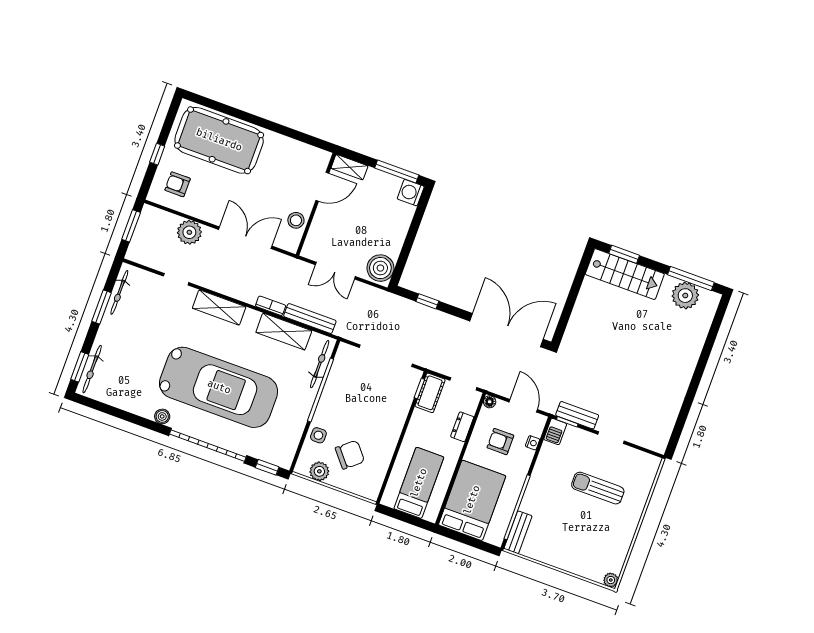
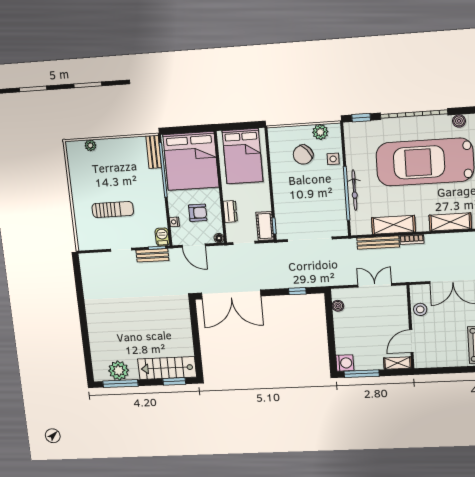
boiler: (380, 268) -> (338, 306), width x0.54, depth x0.54
bicycle: (320, 364) -> (354, 190), moved
bed: (419, 483) -> (243, 156), width x1.50
bed: (472, 500) -> (191, 161), width x1.36
plant: (611, 580) -> (90, 145), moved

